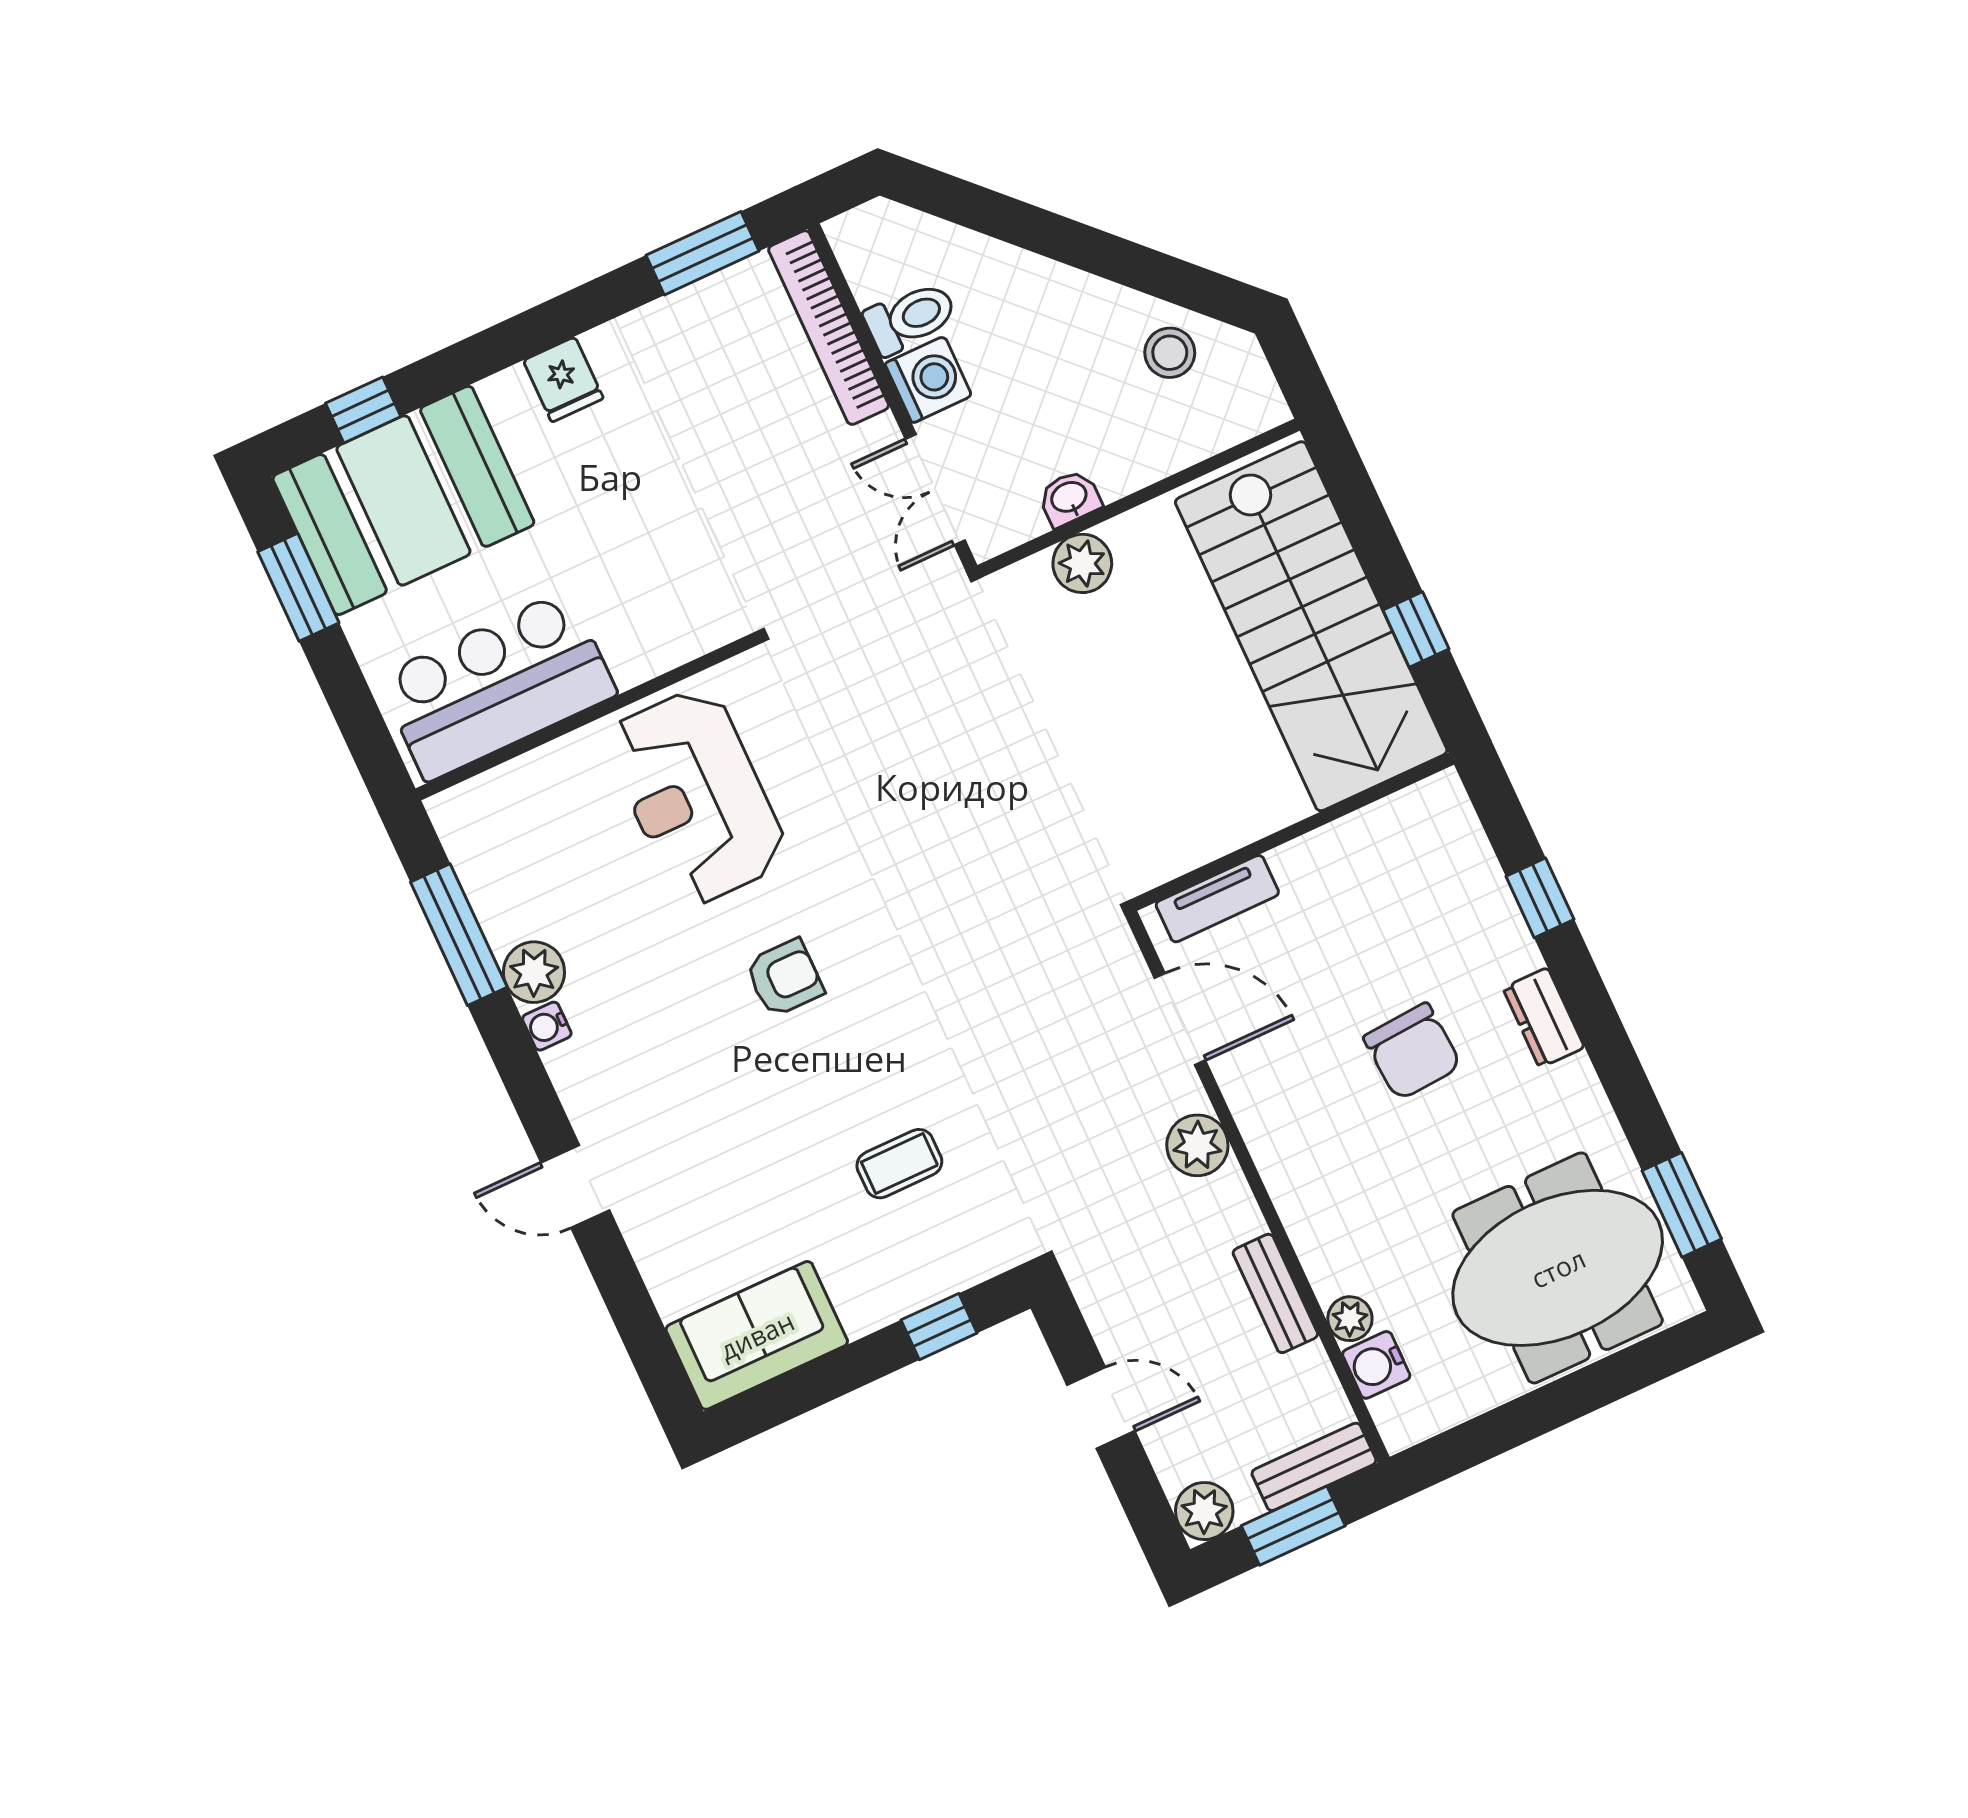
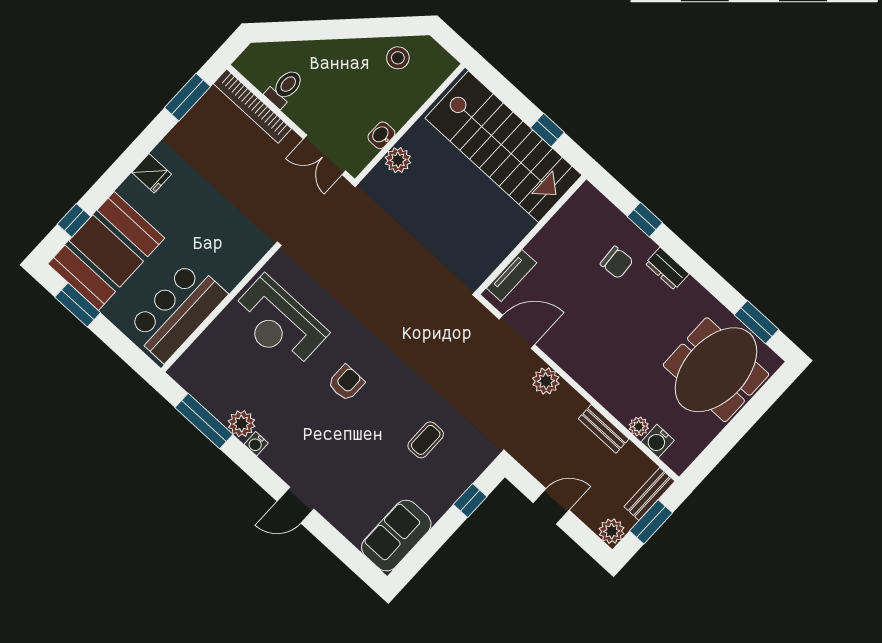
washing machine: (928, 380) -> (303, 111), removed
chair: (1412, 1052) -> (617, 262), moved, width x0.73, depth x0.73

